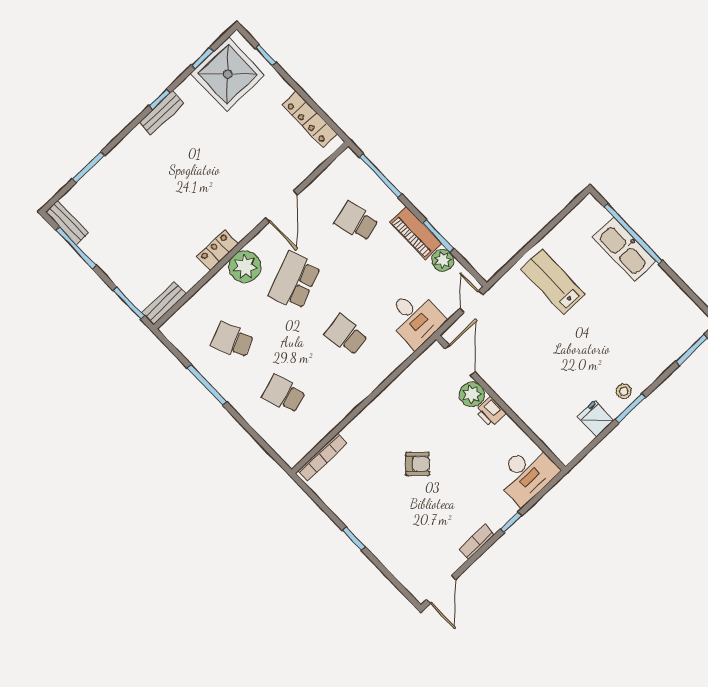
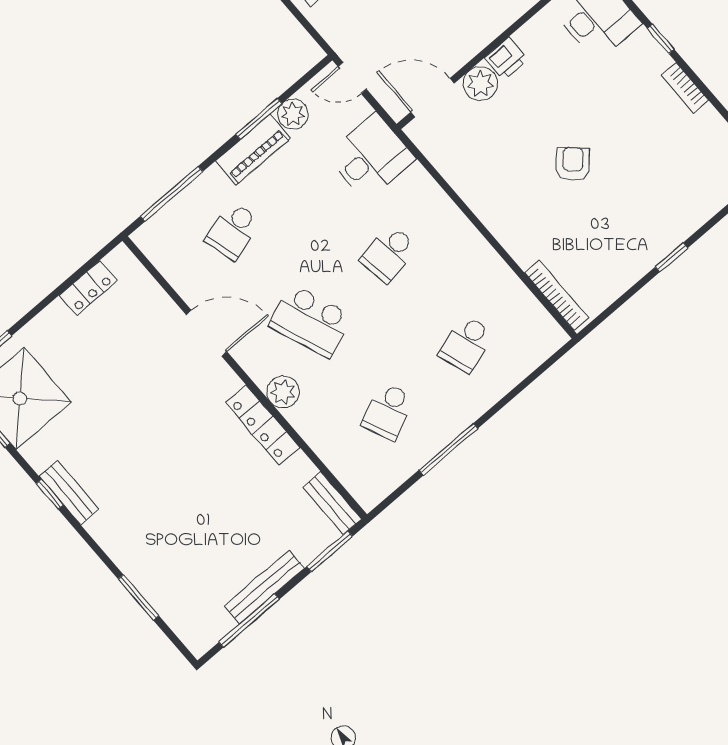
locker: (310, 119) -> (88, 288), width x0.66
bench: (67, 222) -> (264, 587), moved, width x1.36
locker: (218, 250) -> (263, 425), width x1.53
plant: (245, 267) -> (283, 392), width x0.73, depth x0.73

